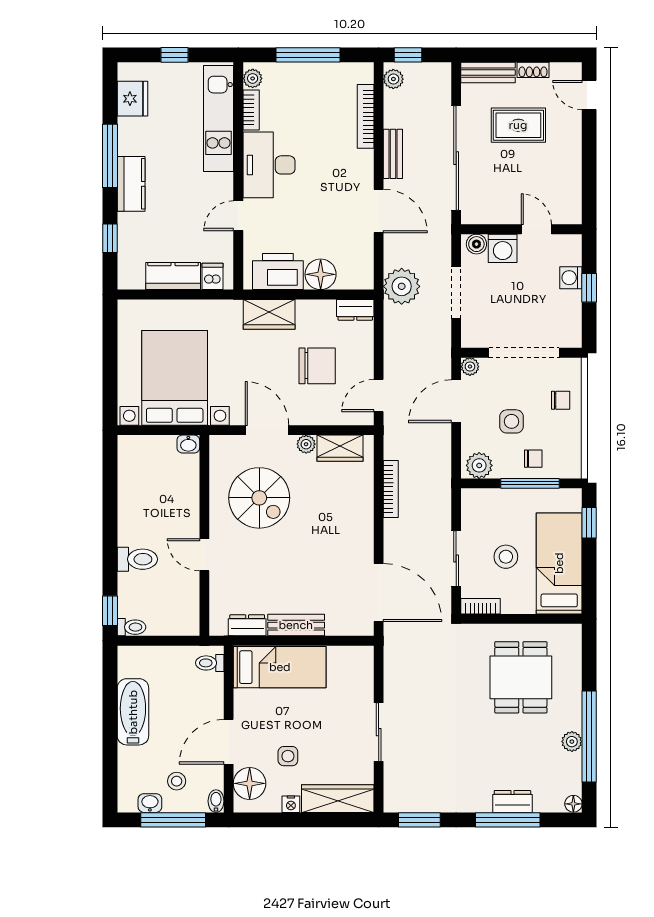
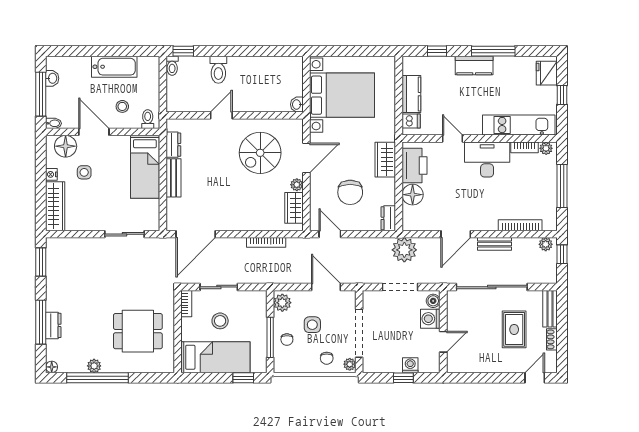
fridge: (132, 99) -> (547, 73), moved, turned 90
plant: (470, 367) -> (350, 364), moved
sliding door: (379, 732) -> (125, 234), moved
stool: (177, 781) -> (122, 106), moved

